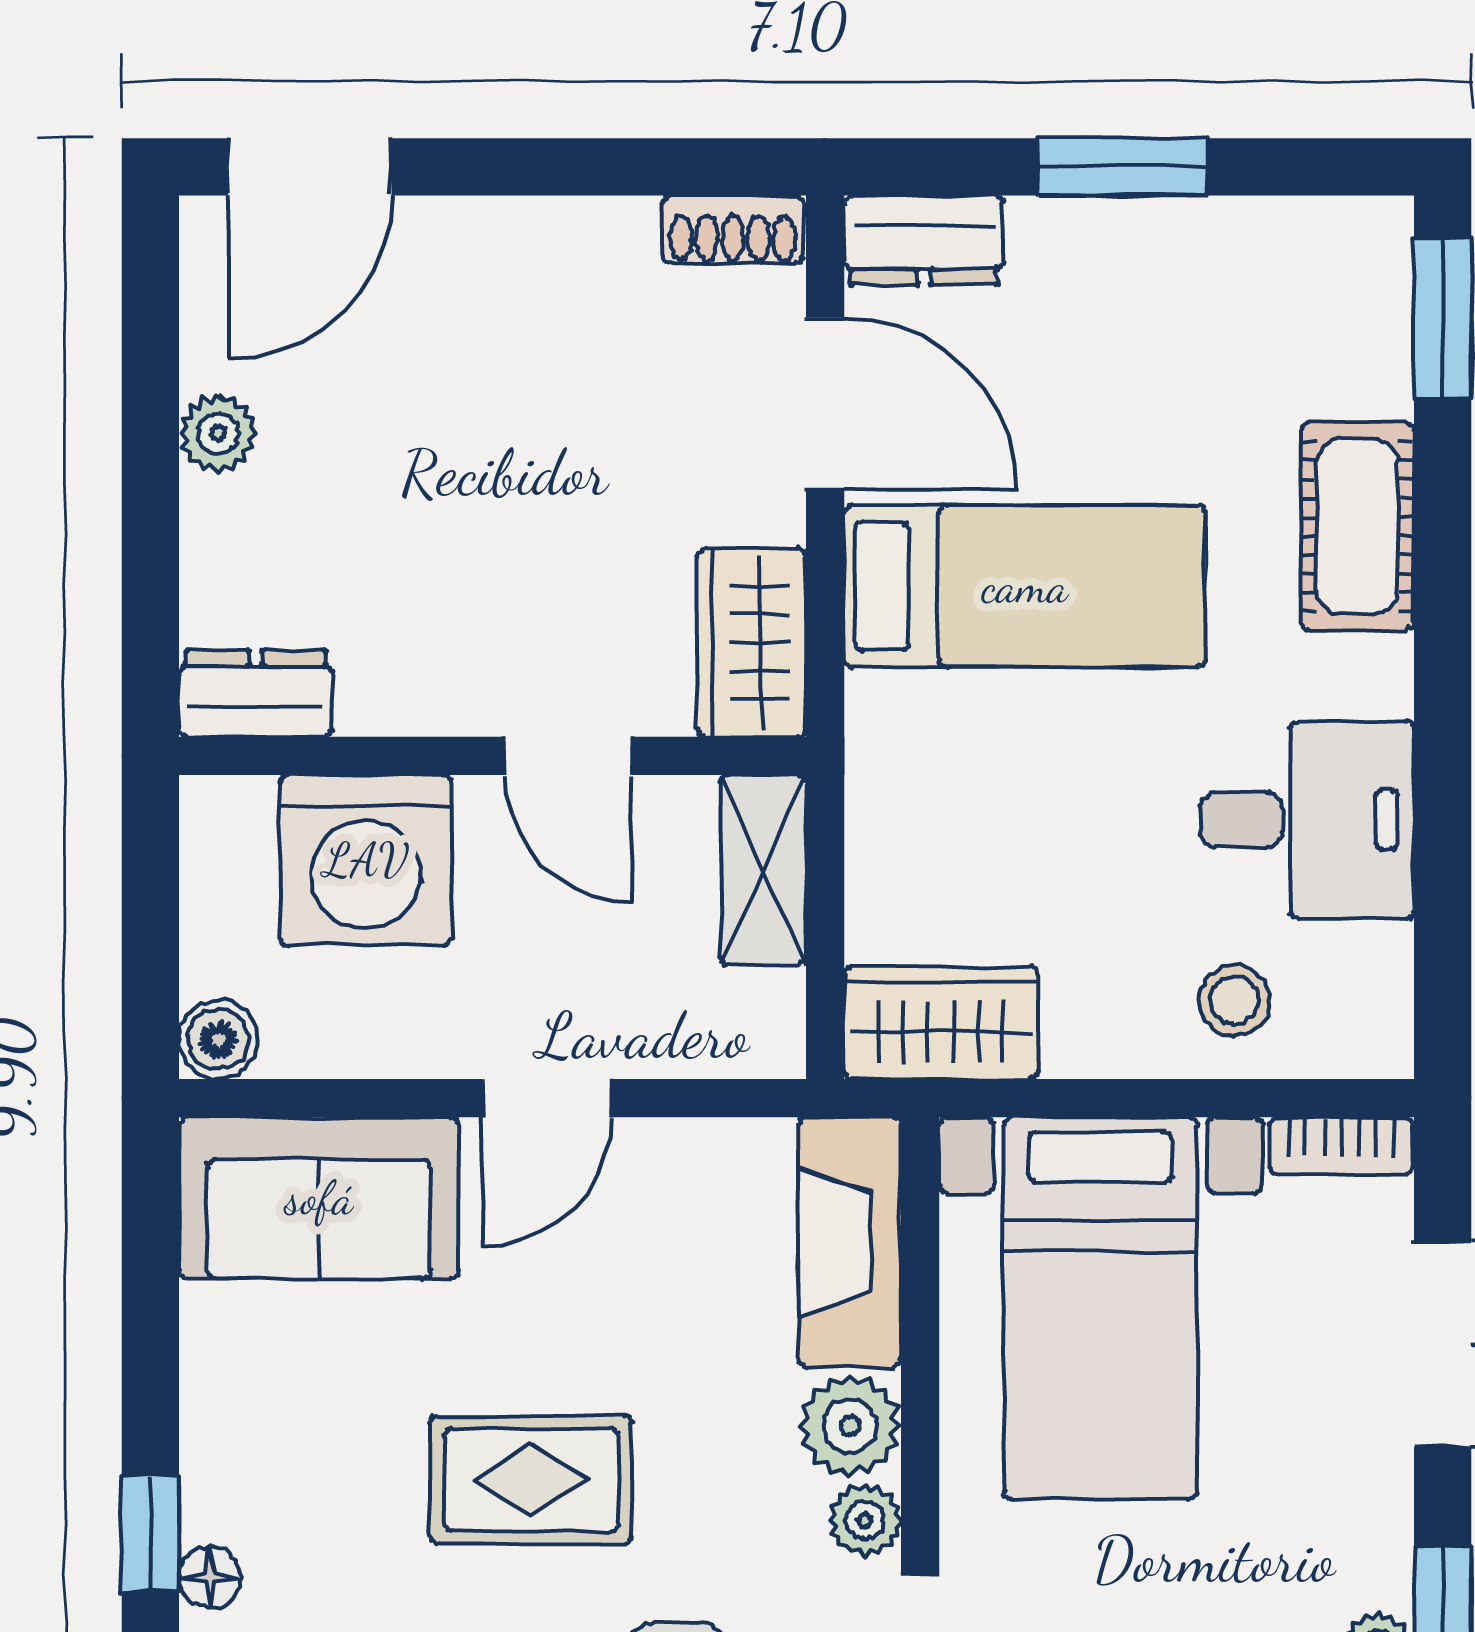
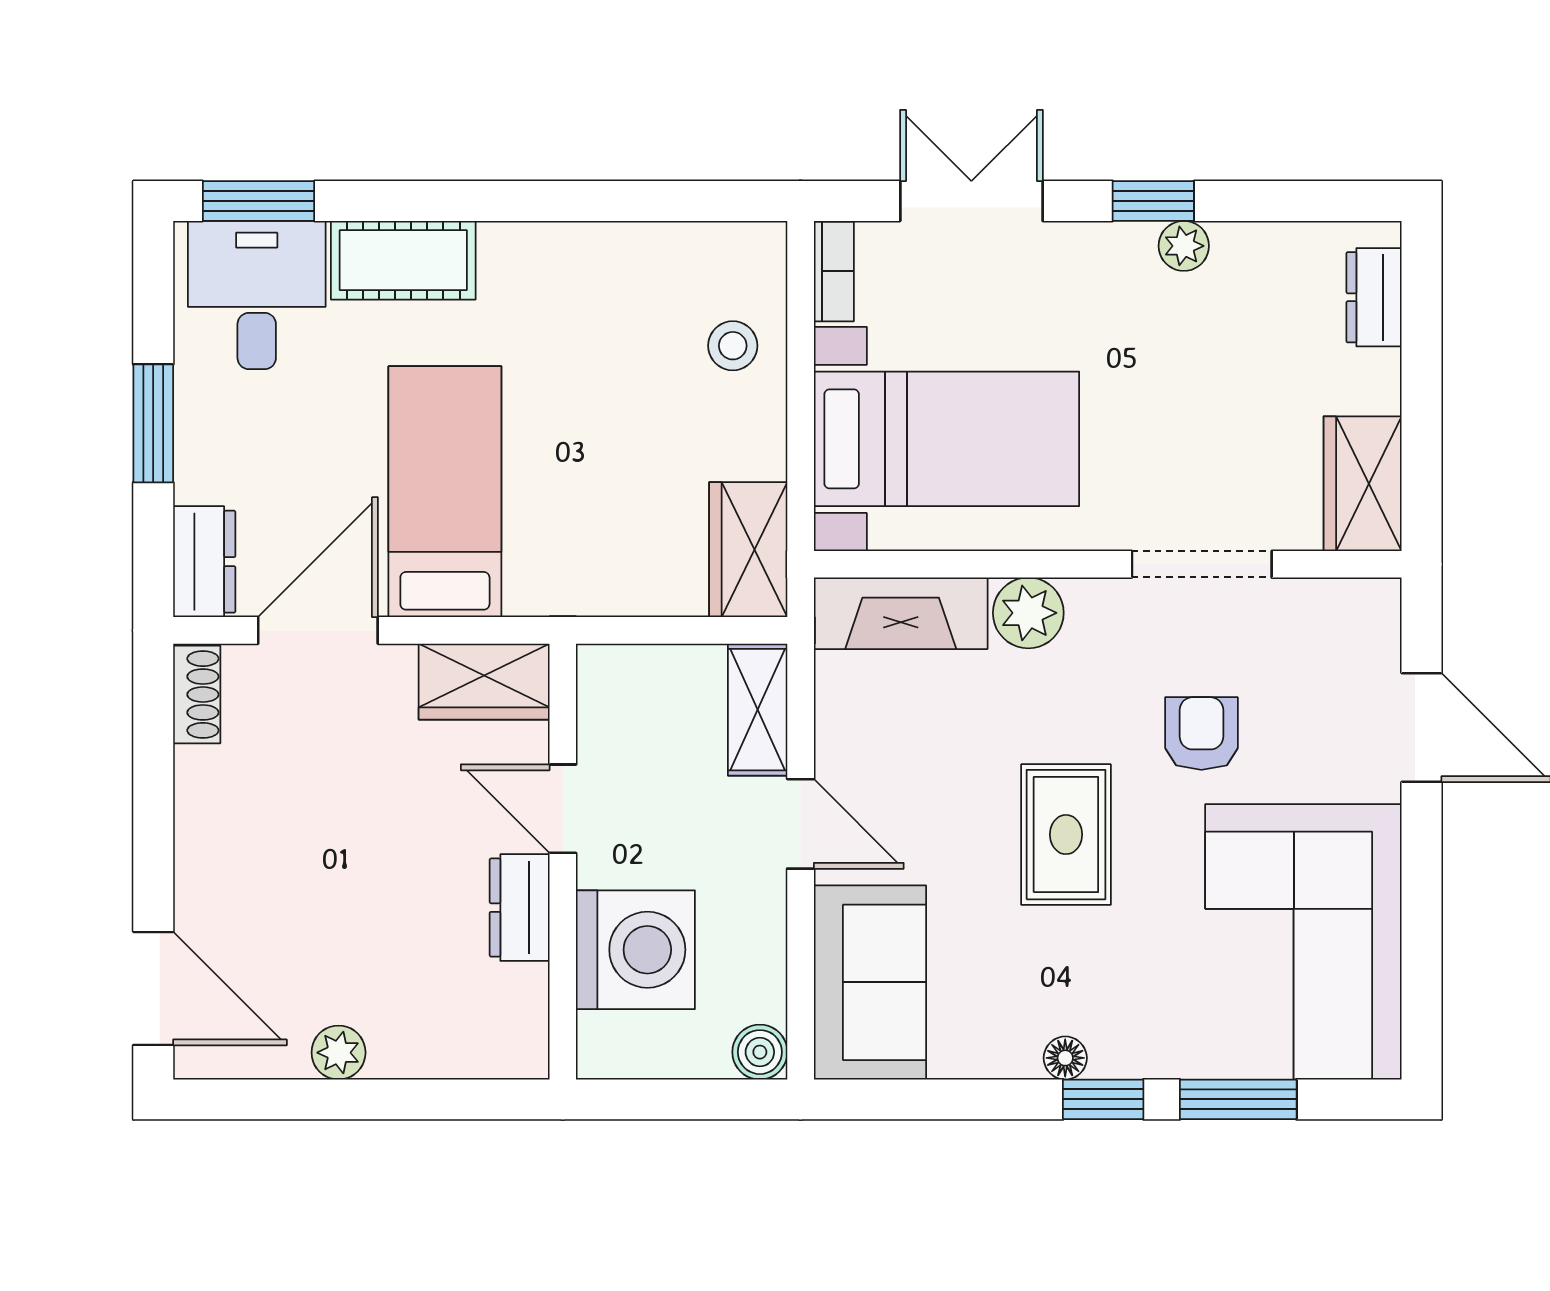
dresser: (256, 694) -> (520, 908), moved
door: (568, 756) -> (563, 809), swing flipped
desk: (1307, 820) -> (257, 295), moved
shelving: (763, 870) -> (758, 710), moved, turned 90
plant: (865, 1520) -> (1094, 603), removed
floor lamp: (210, 1577) -> (1065, 1058), moved

